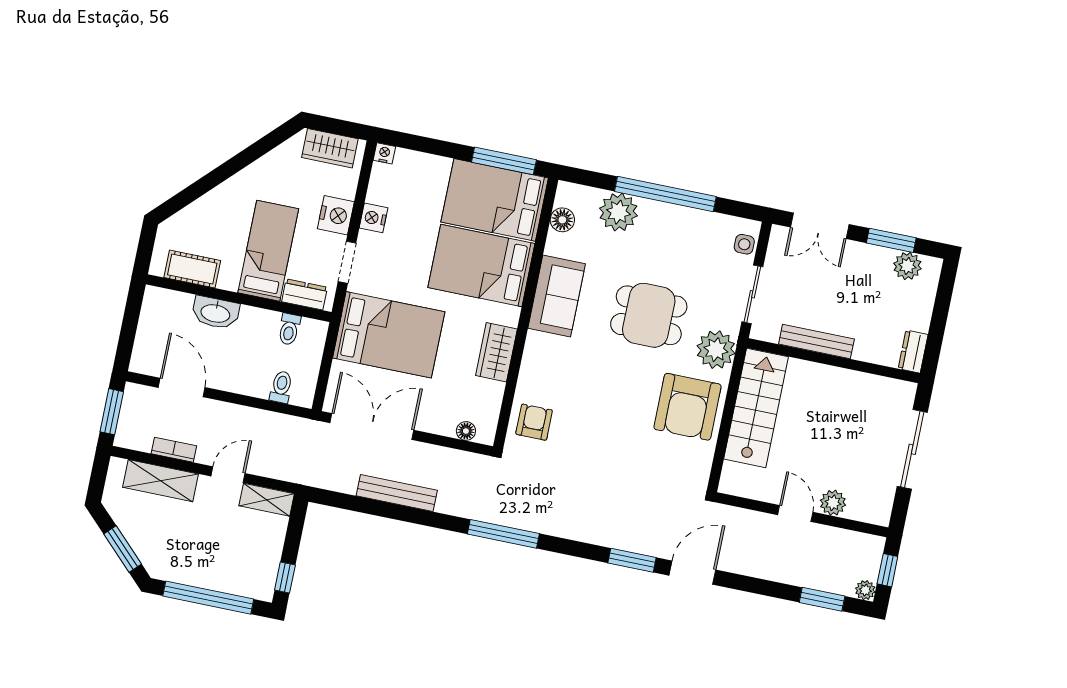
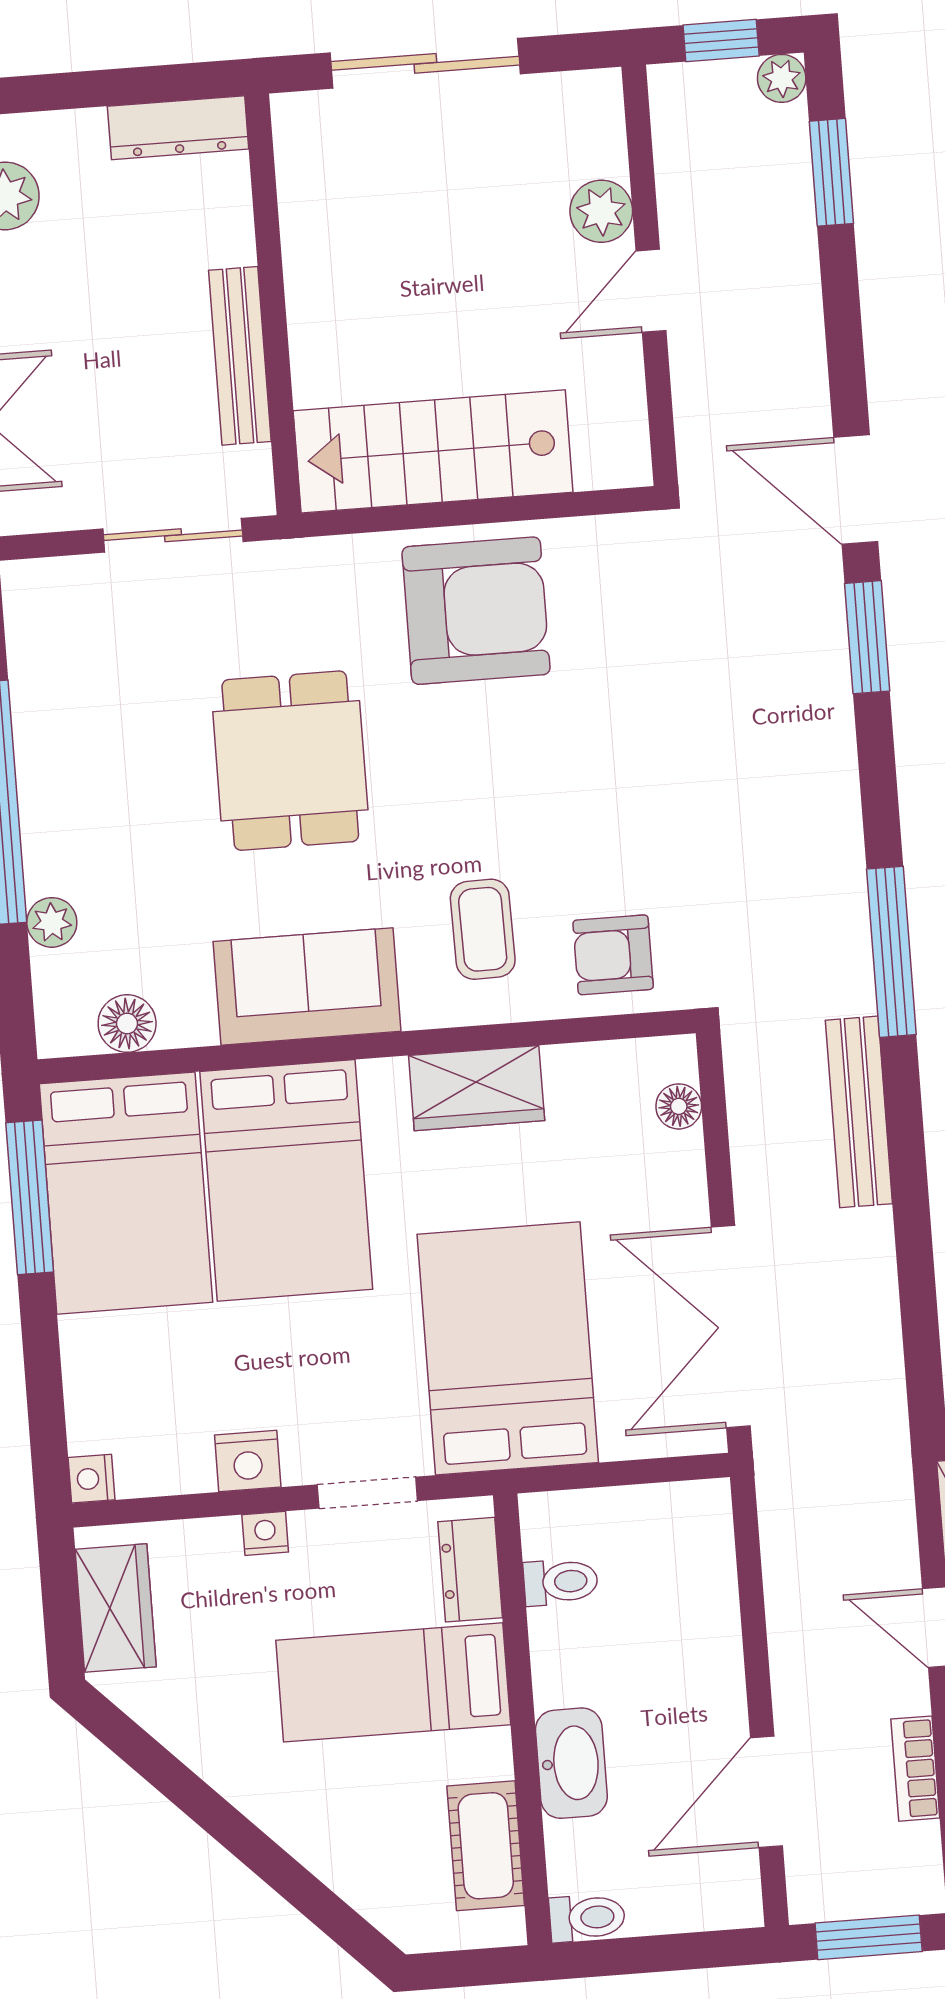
plant: (618, 212) -> (52, 922), width x0.53, depth x0.53
nightstand: (336, 215) -> (265, 1533), width x0.53, depth x0.56
side table: (744, 244) -> (63, 587), removed
plant: (716, 350) -> (325, 583), removed
dresser: (913, 352) -> (178, 128), width x1.44
coffee table: (559, 373) -> (483, 929), added
toilet: (281, 387) -> (587, 1918), moved, turned 180
bench: (397, 493) -> (859, 1112), moved

